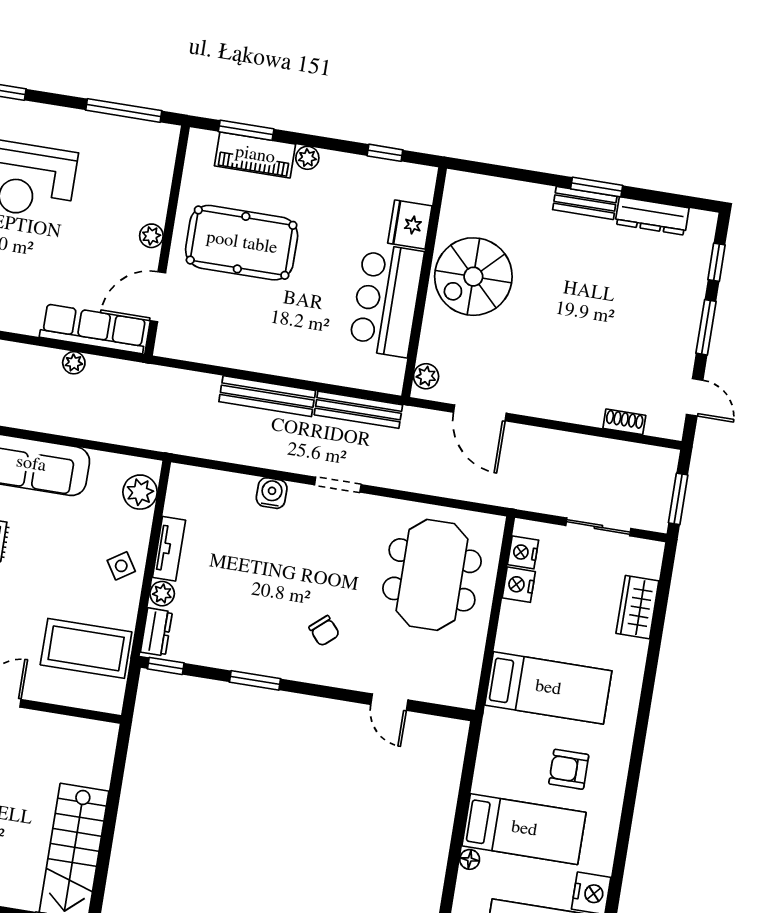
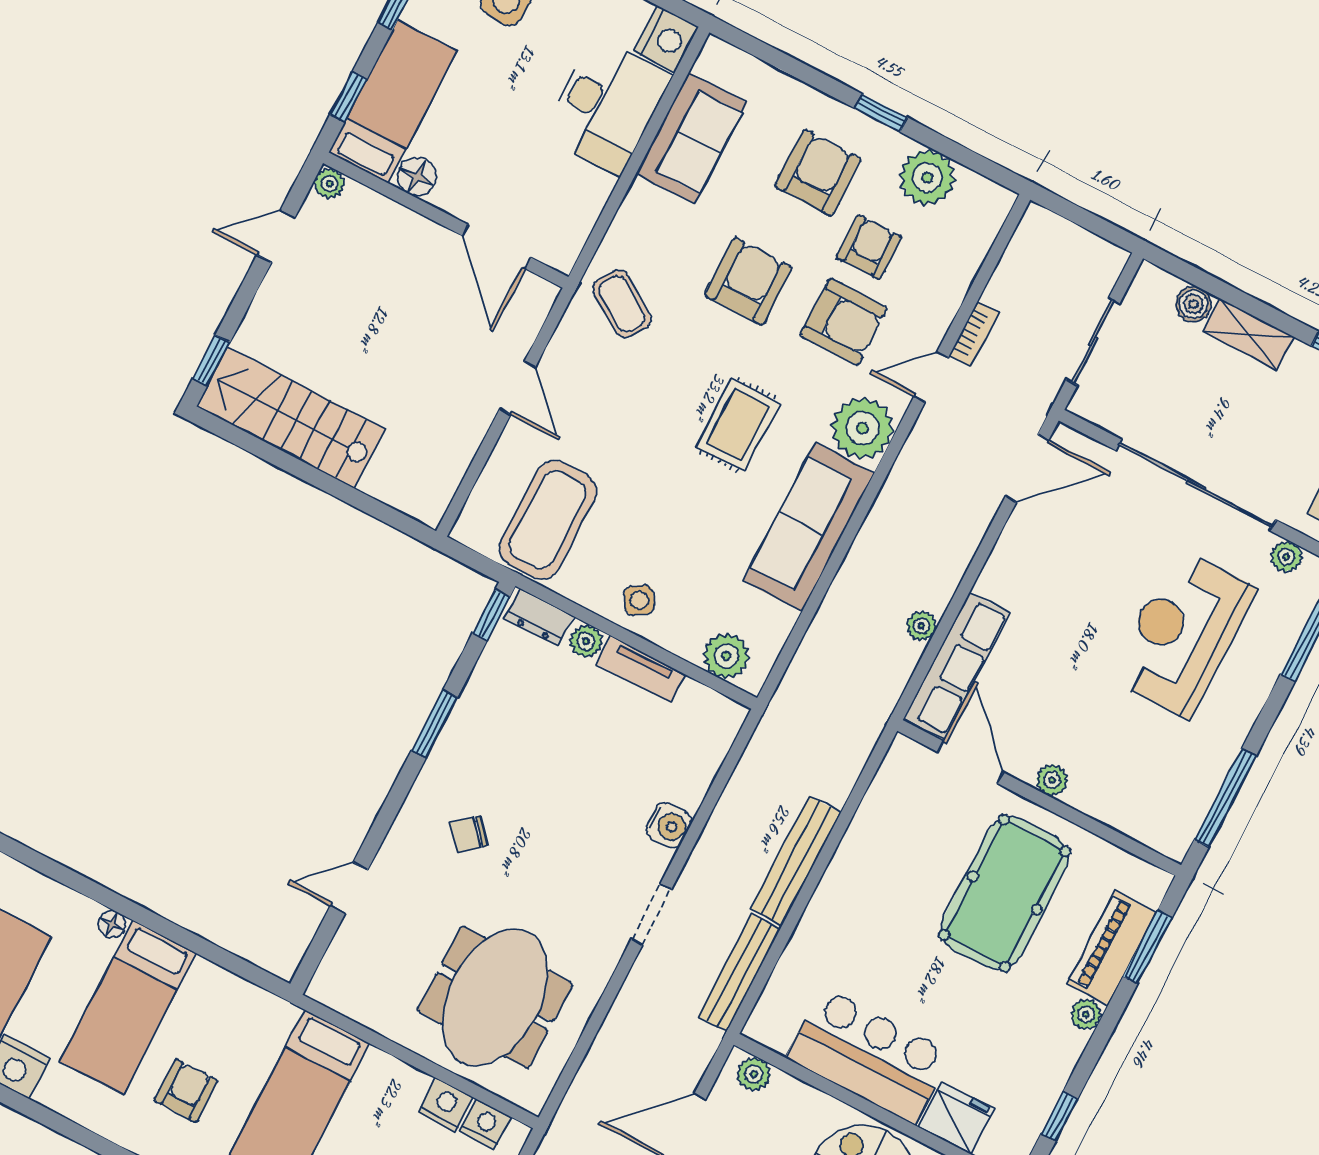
meeting table: (432, 575) -> (495, 997), turned 90

